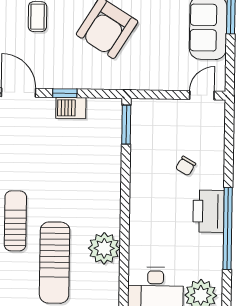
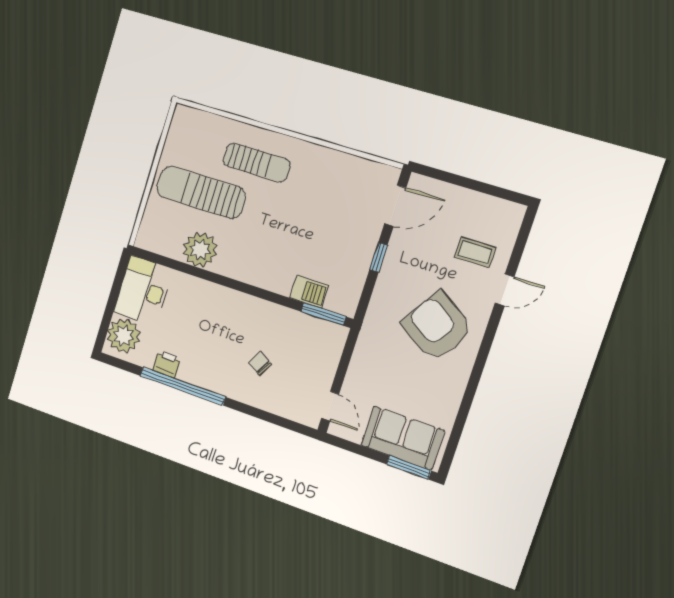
barbecue: (71, 108) -> (309, 292), moved, turned 90
printer: (209, 211) -> (167, 364), moved, width x0.53, depth x0.68

